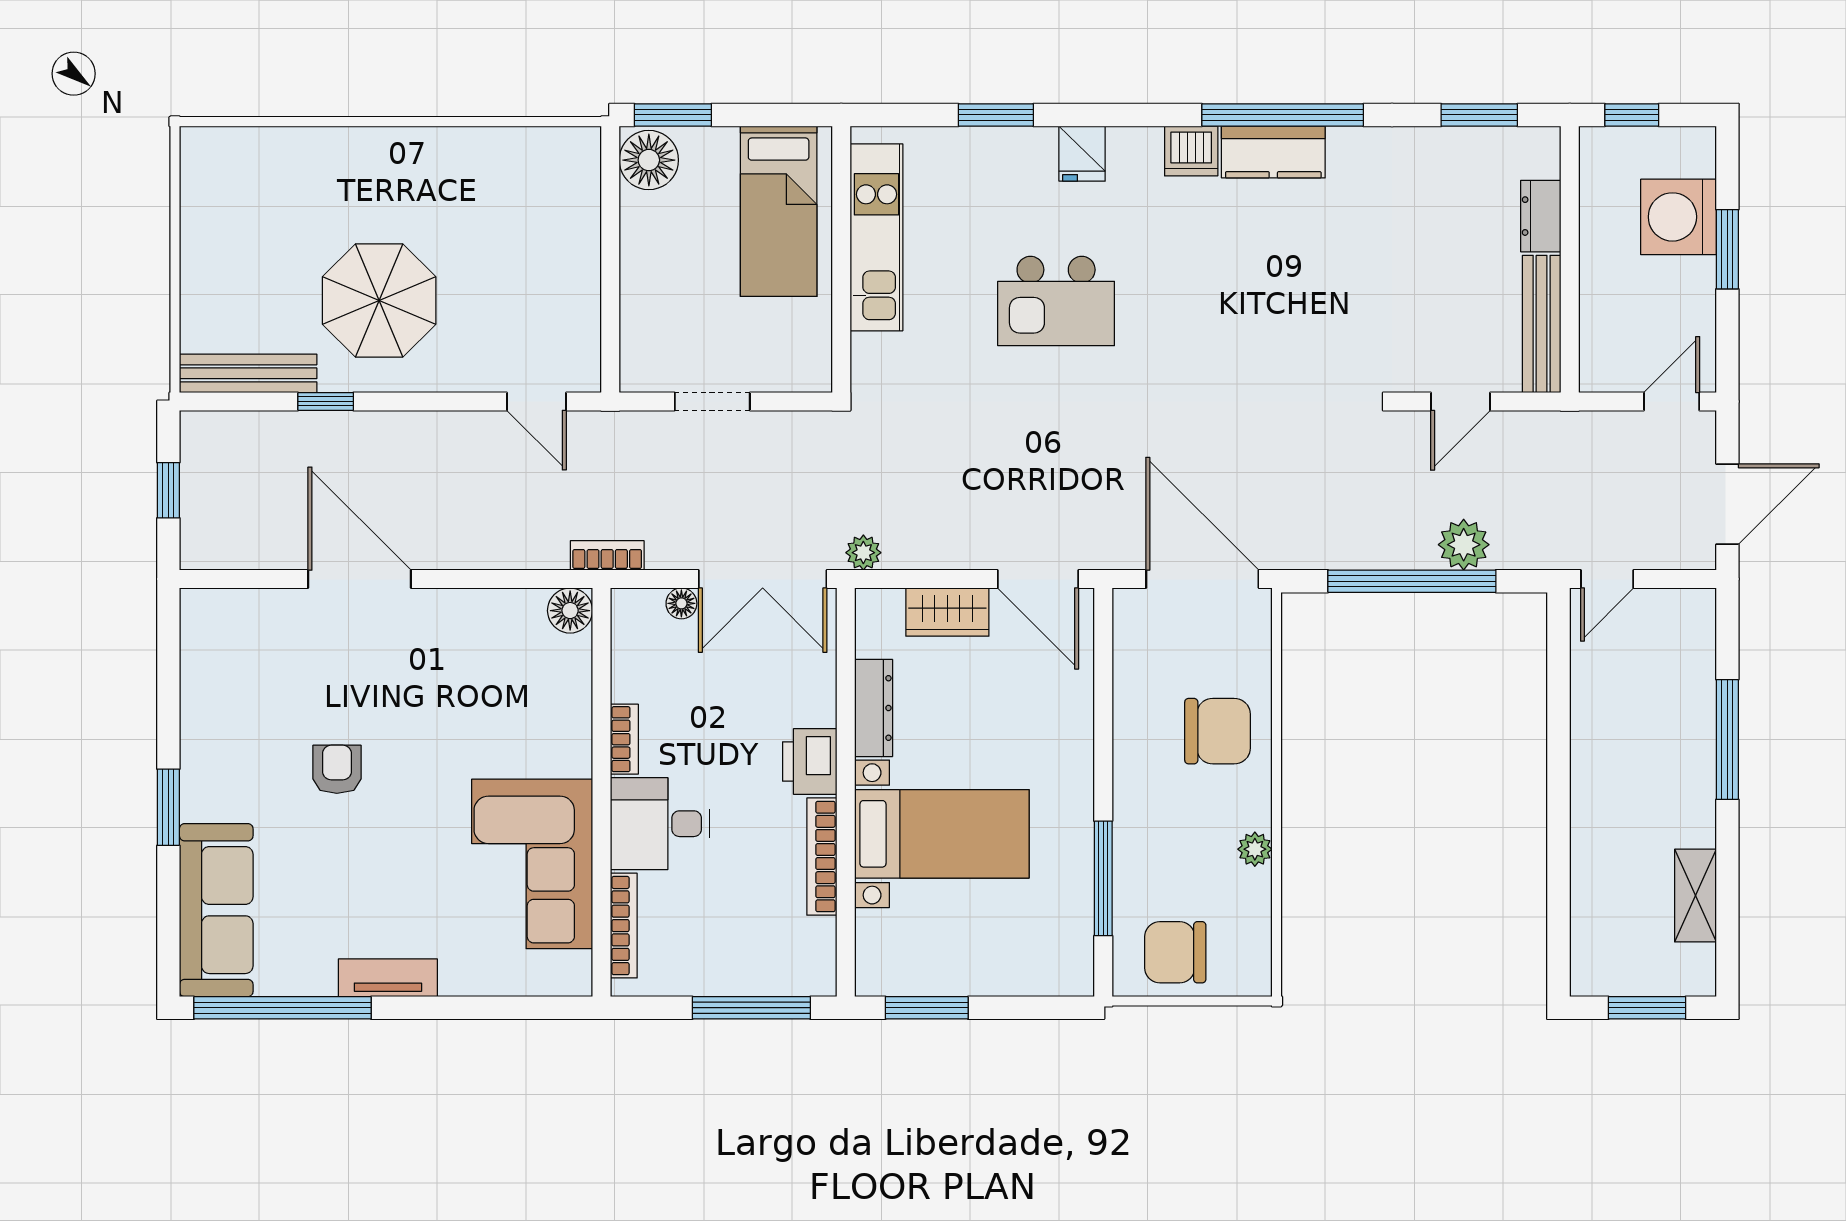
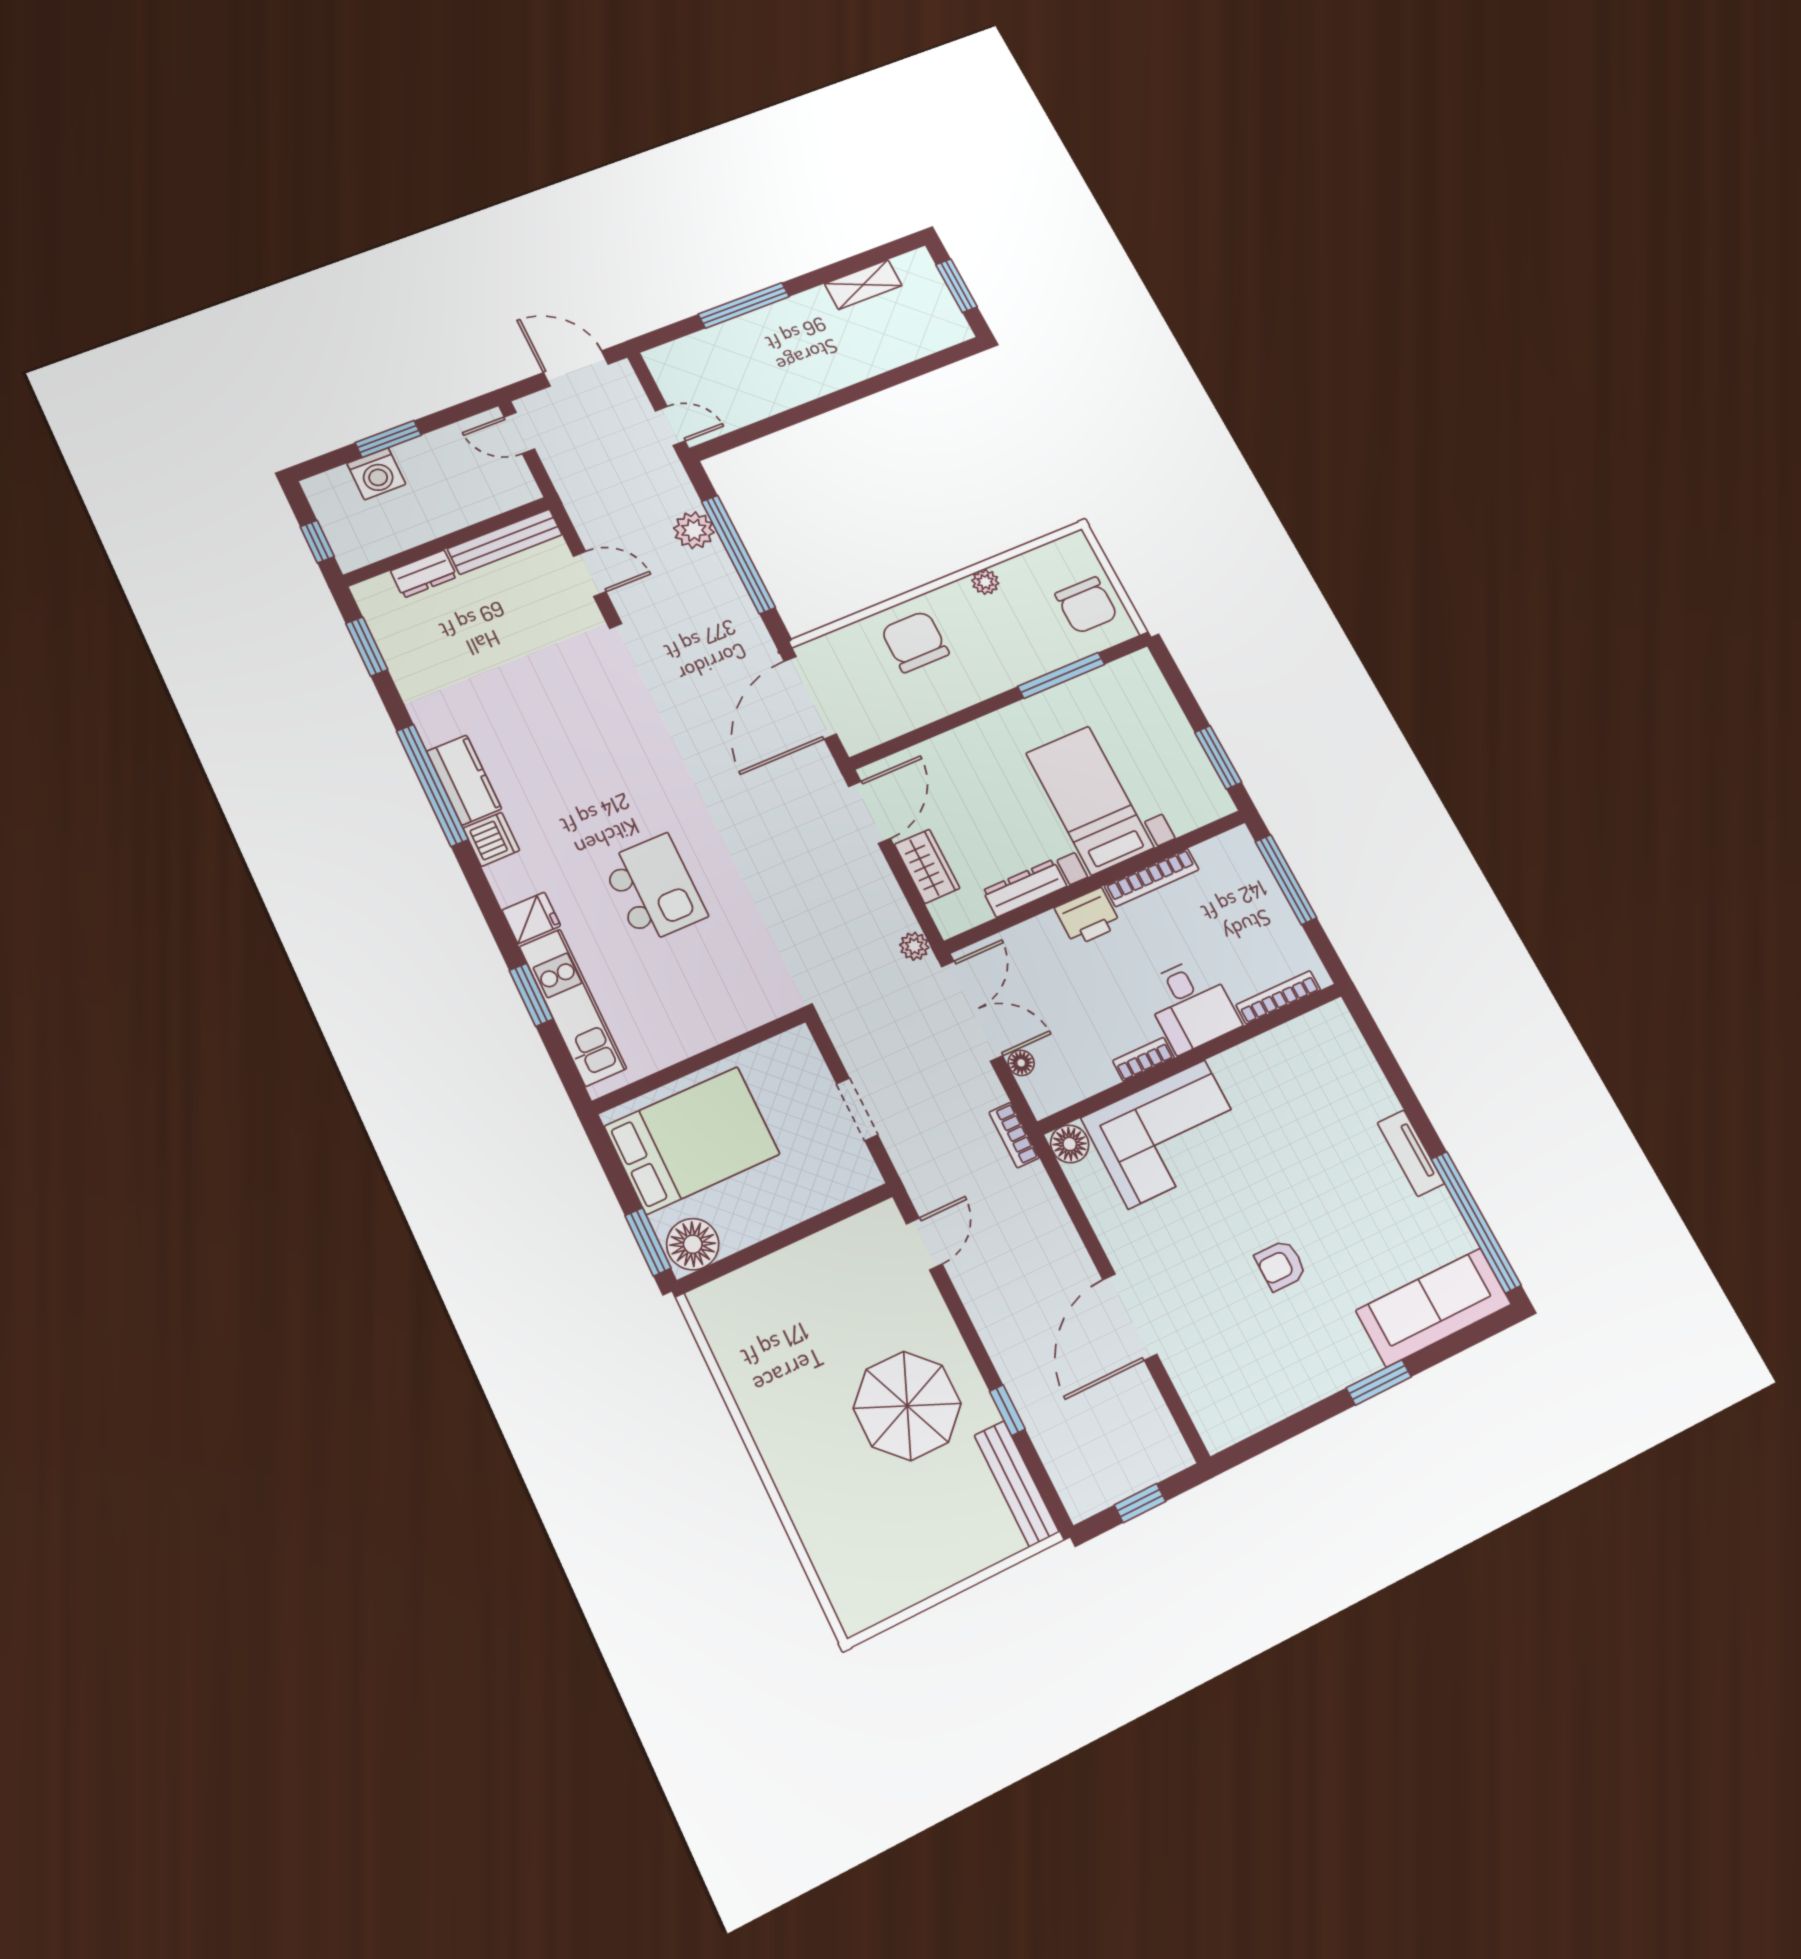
bed: (779, 211) -> (692, 1140), width x1.50
washing machine: (1679, 217) -> (376, 474), width x0.73, depth x0.73
kitchen unit: (877, 237) -> (573, 1007), moved, turned 90
corner sofa: (532, 864) -> (1167, 1134), moved

